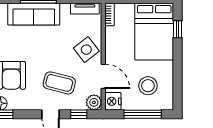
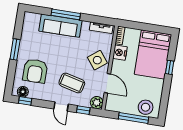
window: (177, 29) -> (170, 67), moved
stool: (148, 86) -> (146, 107), moved
nightstand: (113, 101) -> (120, 53), moved

